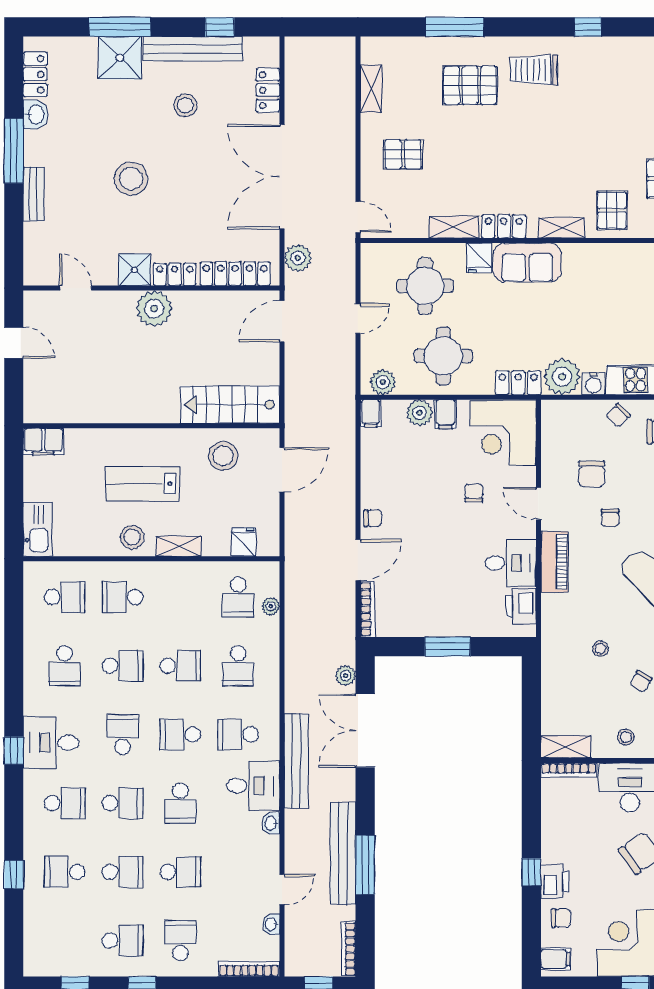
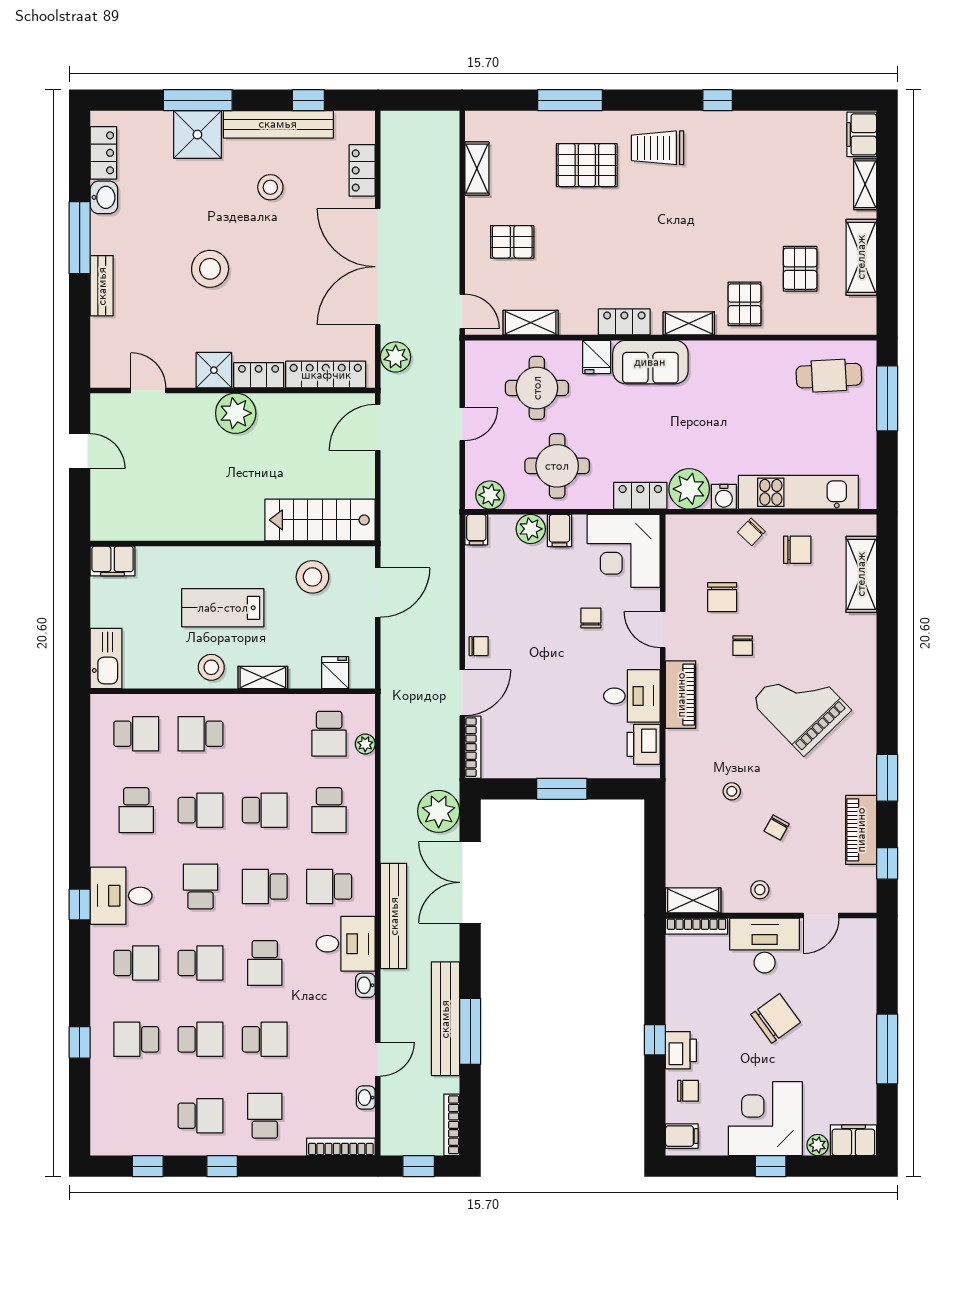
shelving: (454, 227) -> (531, 323), moved
plant: (346, 676) -> (439, 811), width x1.88, depth x1.88

